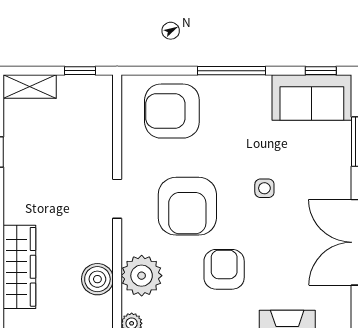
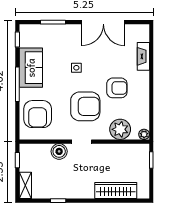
sofa: (312, 98) -> (31, 68), moved
armchair: (224, 269) -> (117, 88), turned 180
boiler: (97, 279) -> (59, 151), moved

